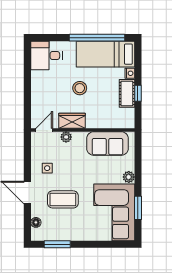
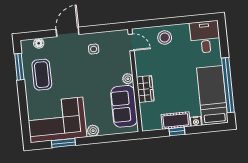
stool: (80, 88) -> (165, 38), moved
wardrobe: (72, 121) -> (145, 89), moved
plant: (66, 137) -> (128, 79), moved
coffee table: (63, 199) -> (42, 75), moved

